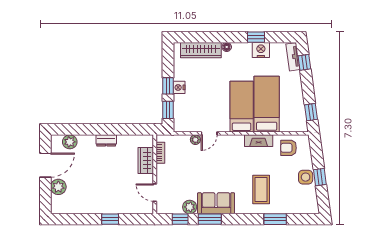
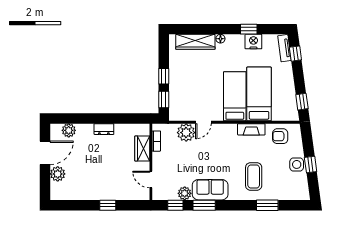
nightstand: (179, 87) -> (174, 78), removed
plant: (195, 140) -> (186, 133), width x1.87, depth x1.87

